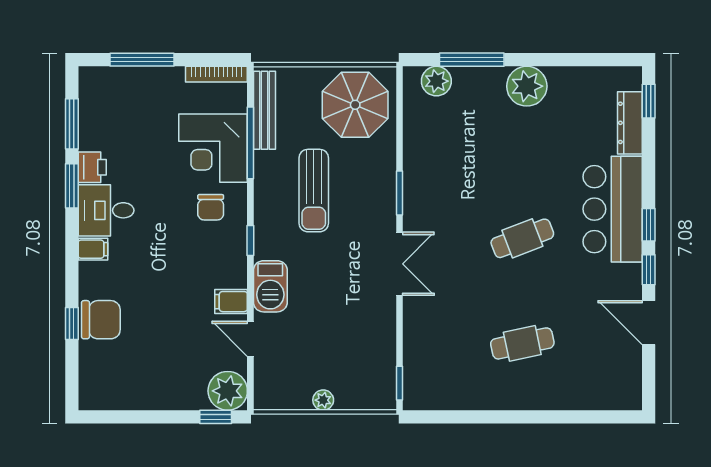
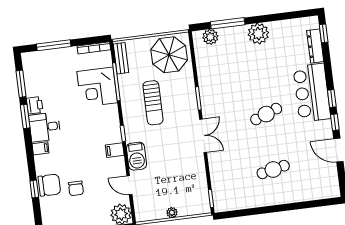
bench: (264, 110) -> (121, 58), width x0.73
chair: (211, 207) -> (76, 188), moved
filing cabinet: (231, 302) -> (115, 150), moved

